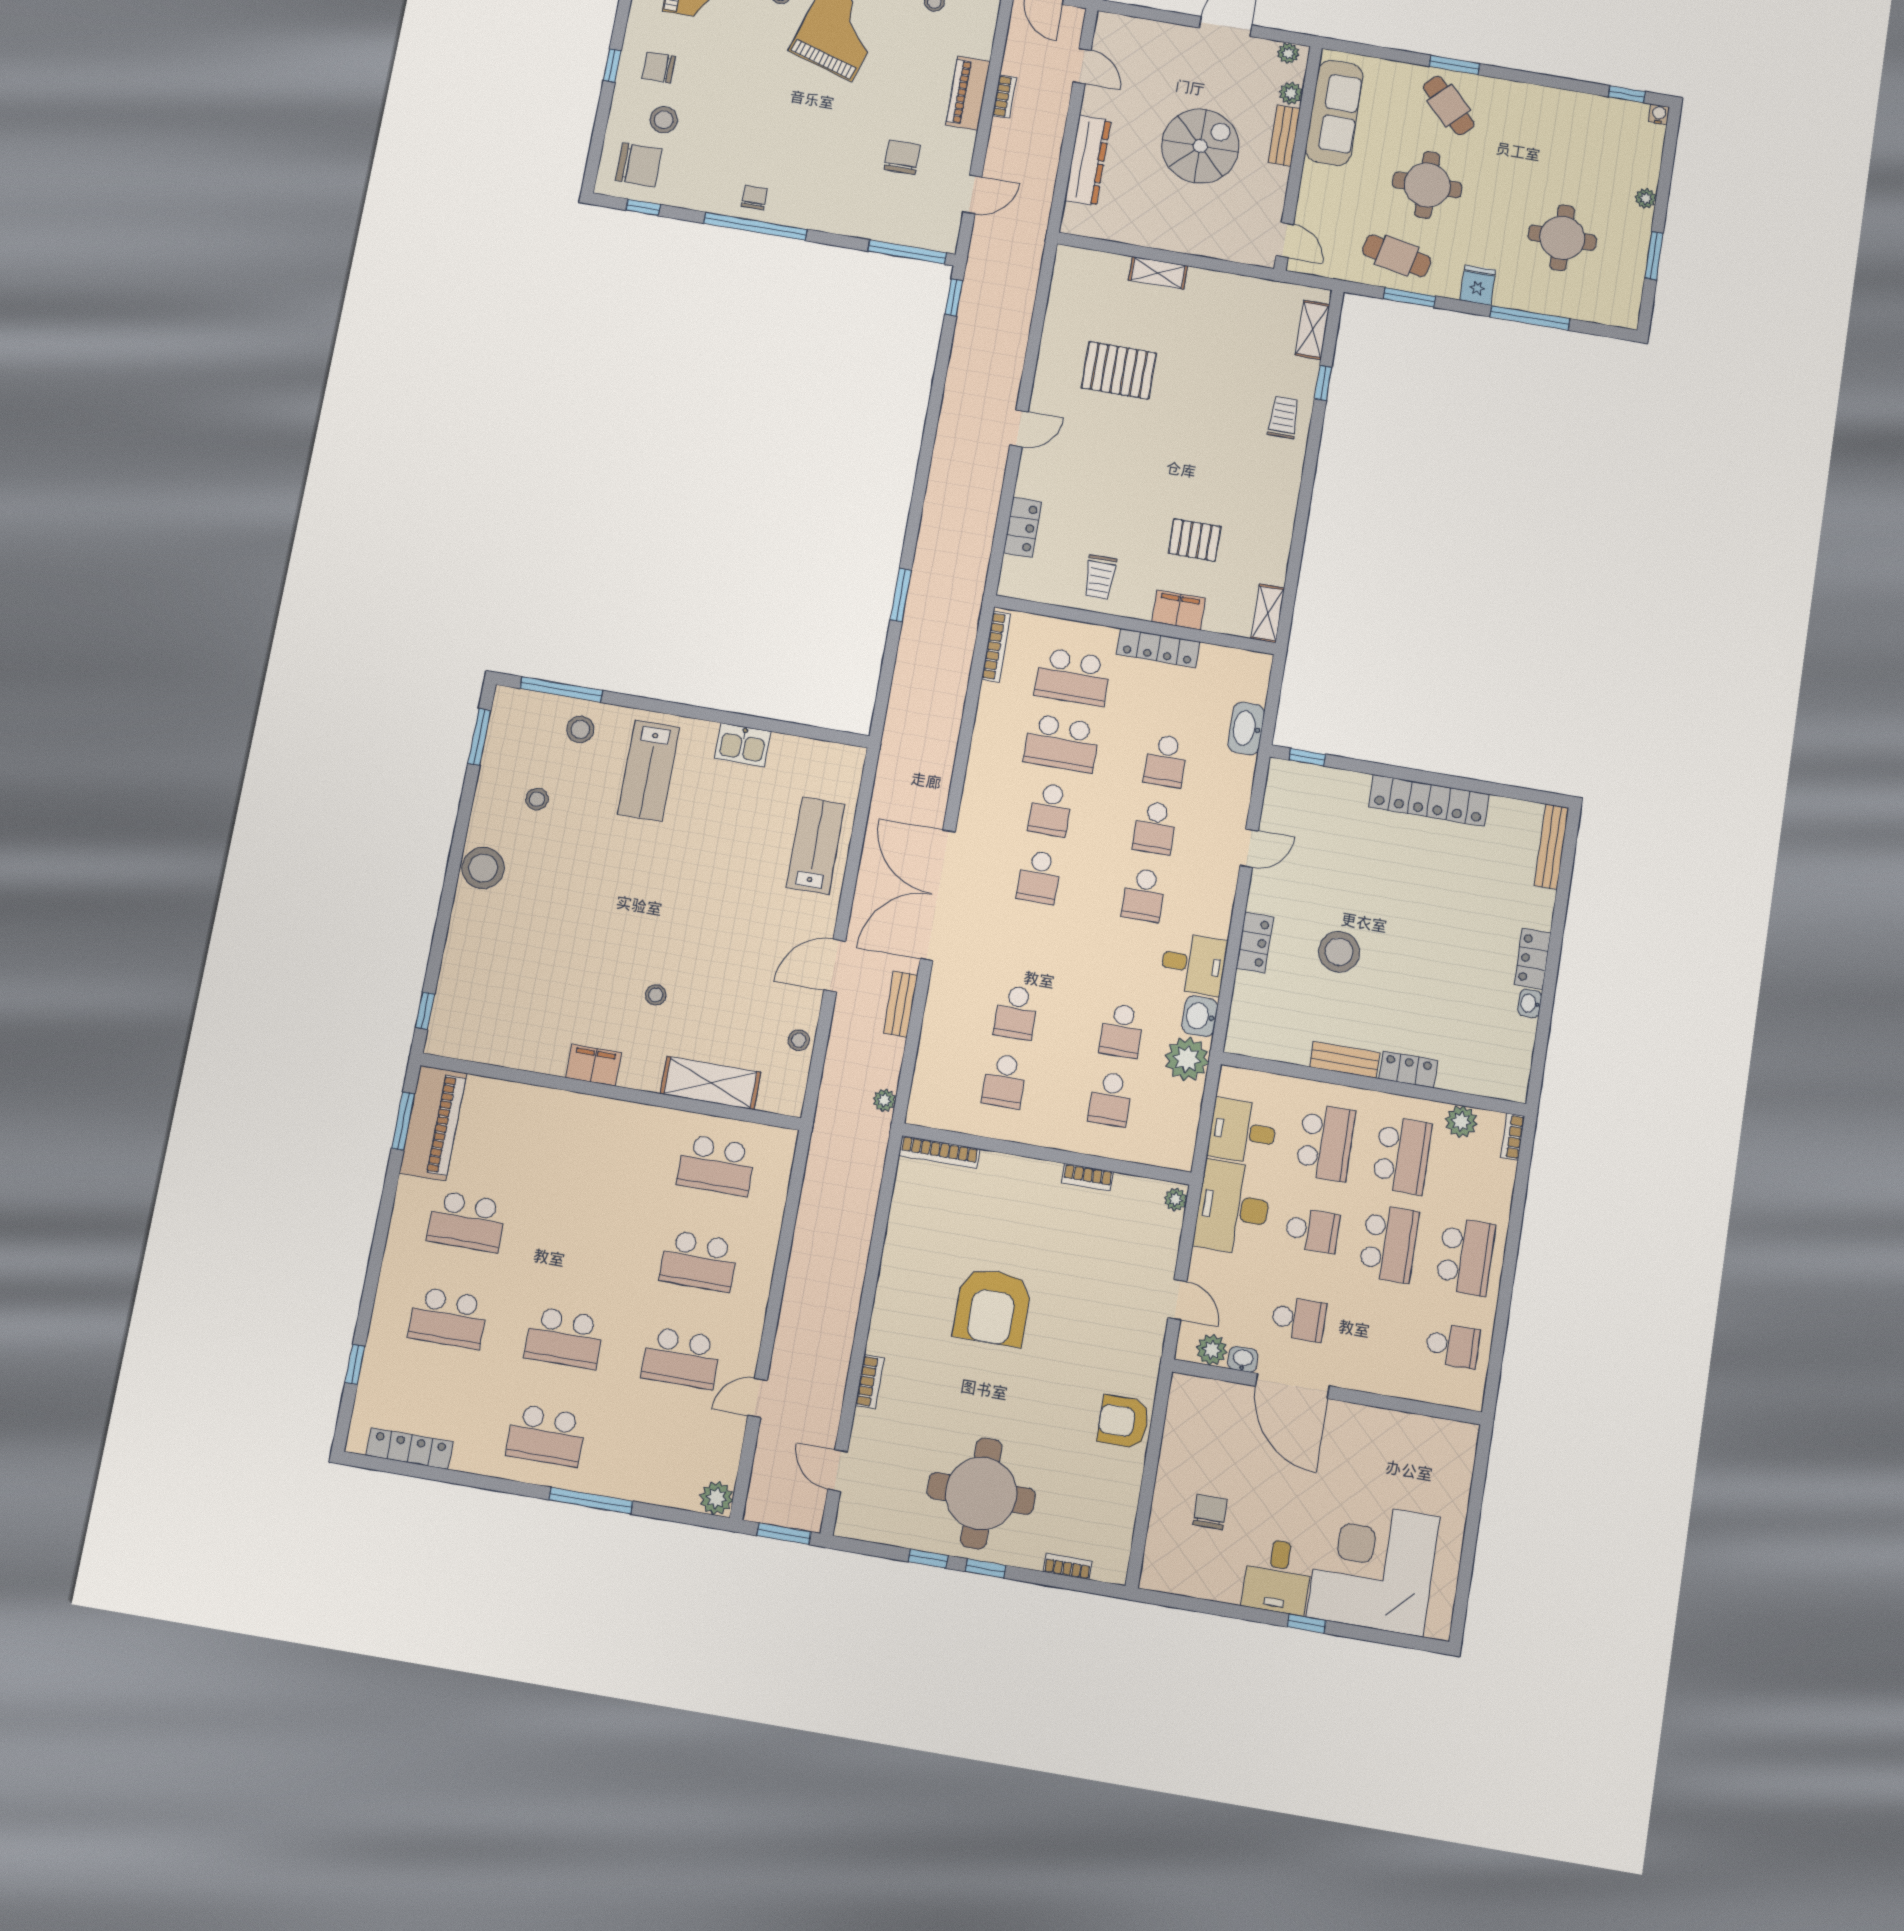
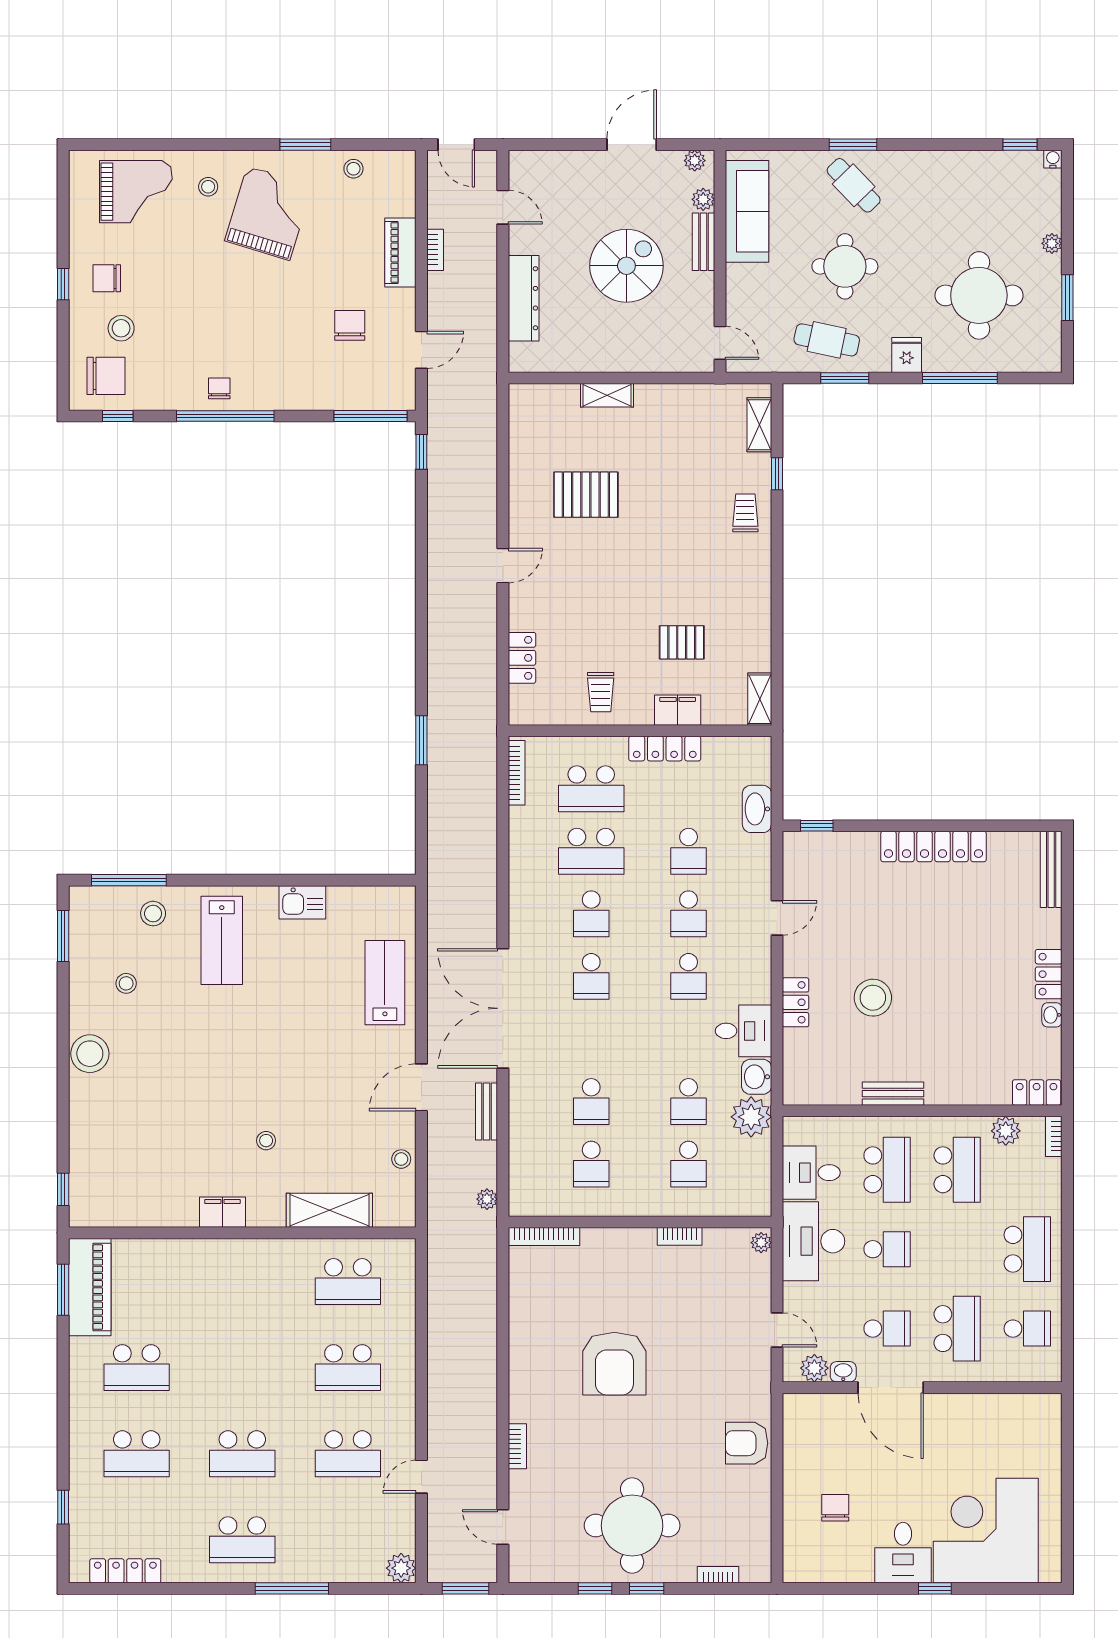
round table: (1562, 238) -> (979, 295), width x1.36, depth x1.36
locker: (1408, 1069) -> (1037, 1093), moved
school desk: (1389, 1243) -> (957, 1329), moved

